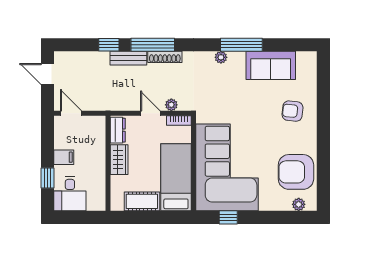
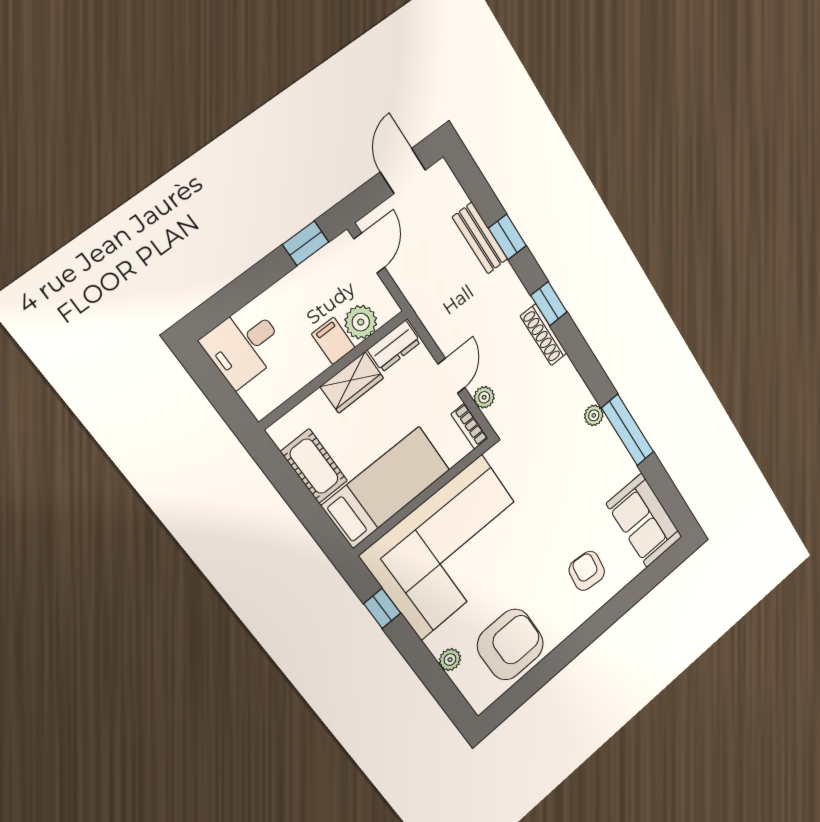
window: (153, 45) -> (549, 304), width x0.46
bench: (128, 58) -> (480, 238), moved
sofa: (271, 65) -> (644, 520), moved
plant: (97, 138) -> (361, 322), added
filing cabinet: (64, 157) -> (333, 341), moved, turned 180
armchair: (296, 172) -> (510, 644), turned 90
window: (47, 178) -> (306, 243), moved
plant: (299, 204) -> (450, 660), moved

